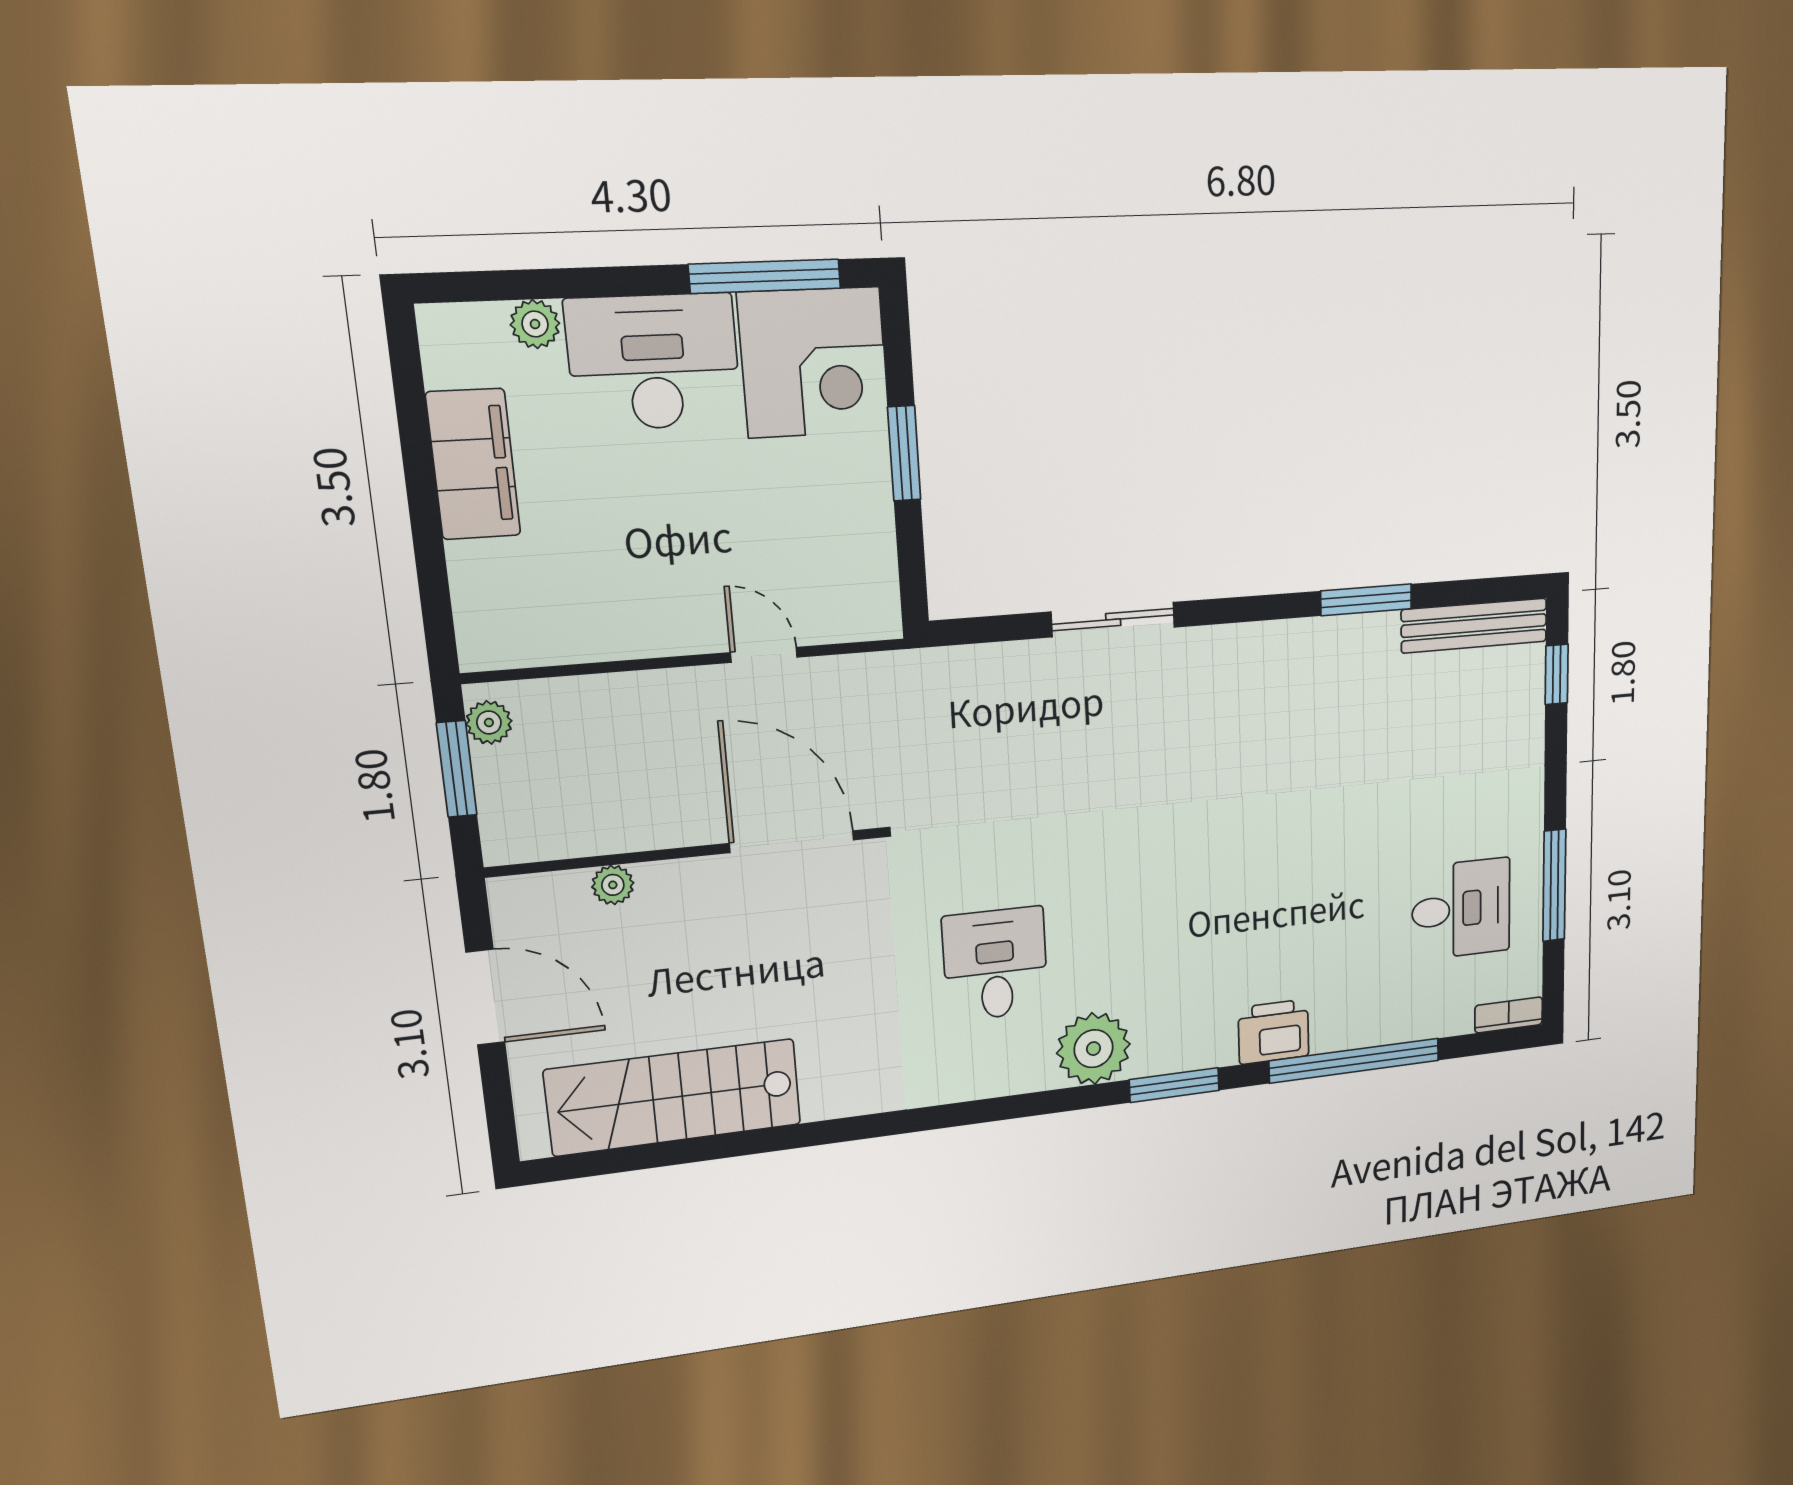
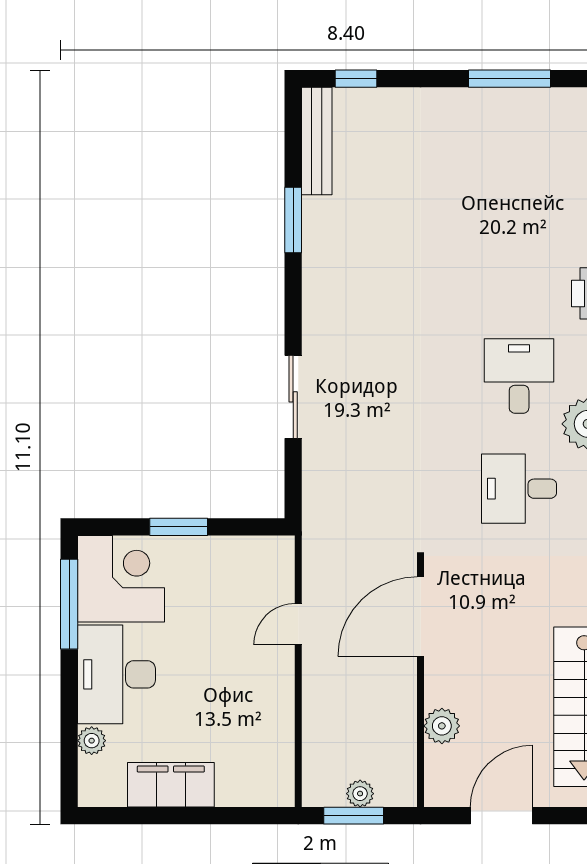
plant: (489, 722) -> (360, 794), moved
plant: (613, 885) -> (442, 726), width x1.38, depth x1.38
desk: (1461, 909) -> (519, 376), moved

